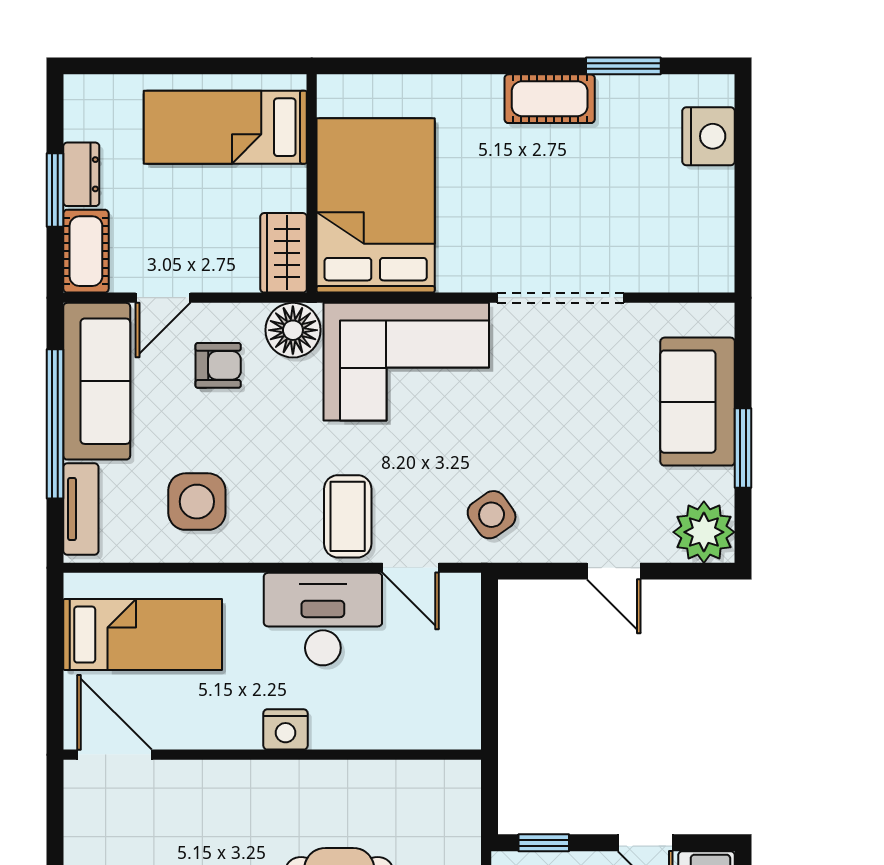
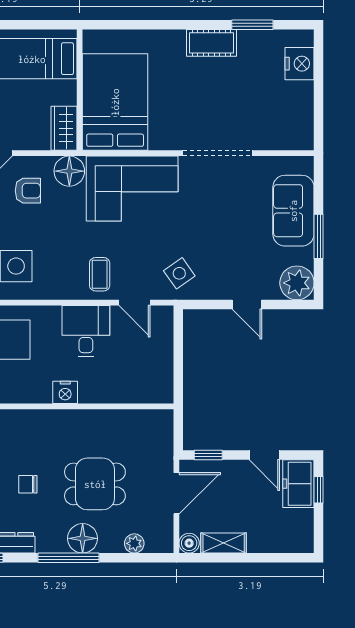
coffee table: (348, 516) -> (100, 274), width x0.73, depth x0.77
desk: (323, 619) -> (86, 331), width x0.73

